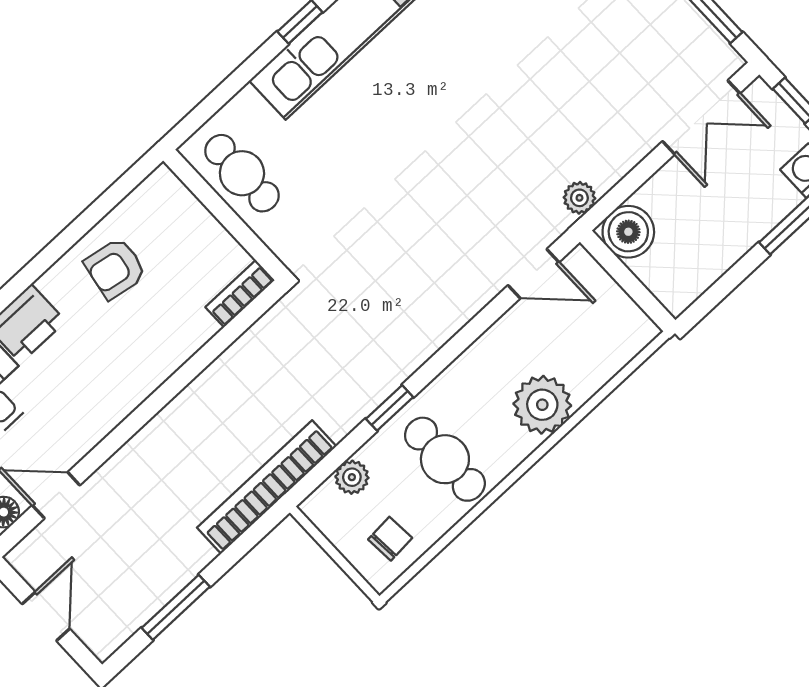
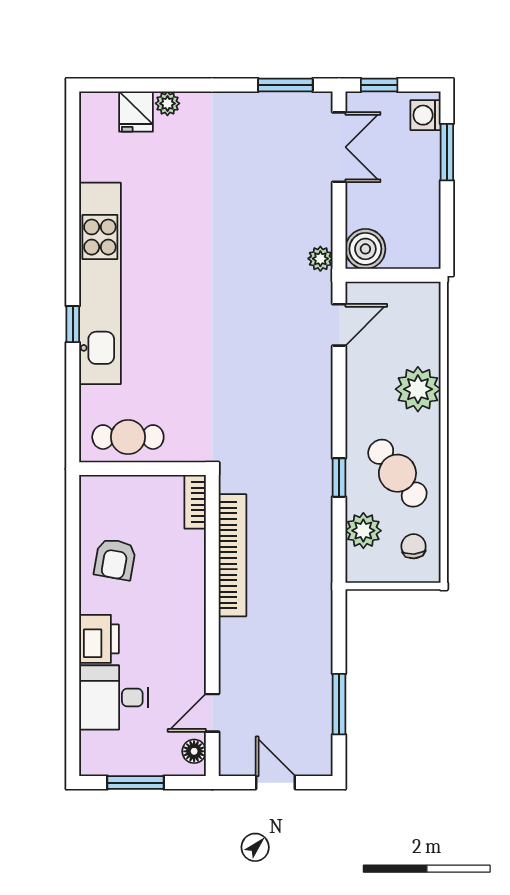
cafe table: (445, 459) -> (397, 473), turned 52
plant: (352, 477) -> (363, 531), width x1.38, depth x1.38
bookcase: (267, 487) -> (232, 555), moved, turned 180

